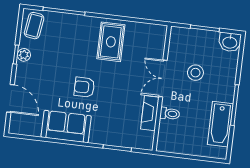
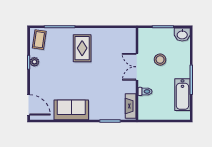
rug: (111, 42) -> (82, 48), moved
armchair: (84, 87) -> (81, 80), removed
door: (11, 98) -> (29, 105), moved
fireplace: (150, 113) -> (131, 106), moved

